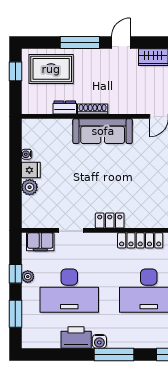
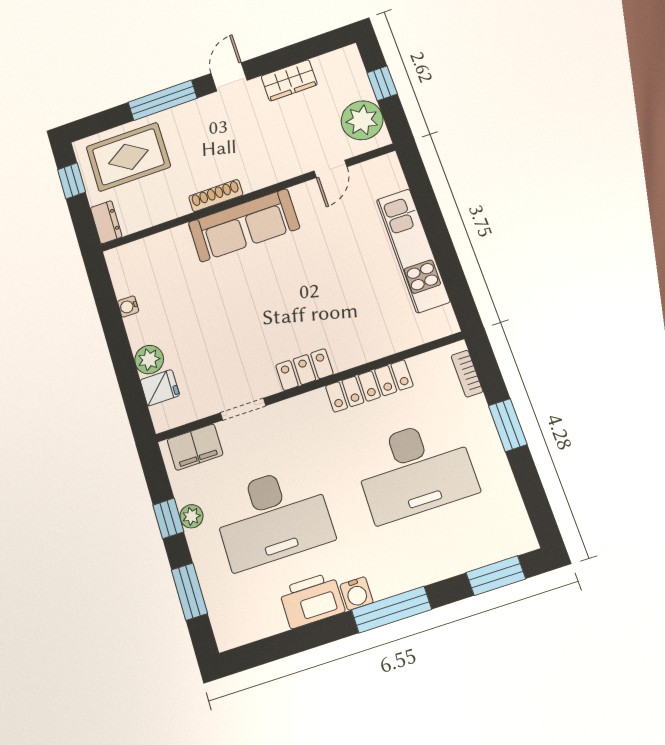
dresser: (65, 107) -> (106, 222), moved, turned 90
fridge: (31, 170) -> (160, 388), moved

